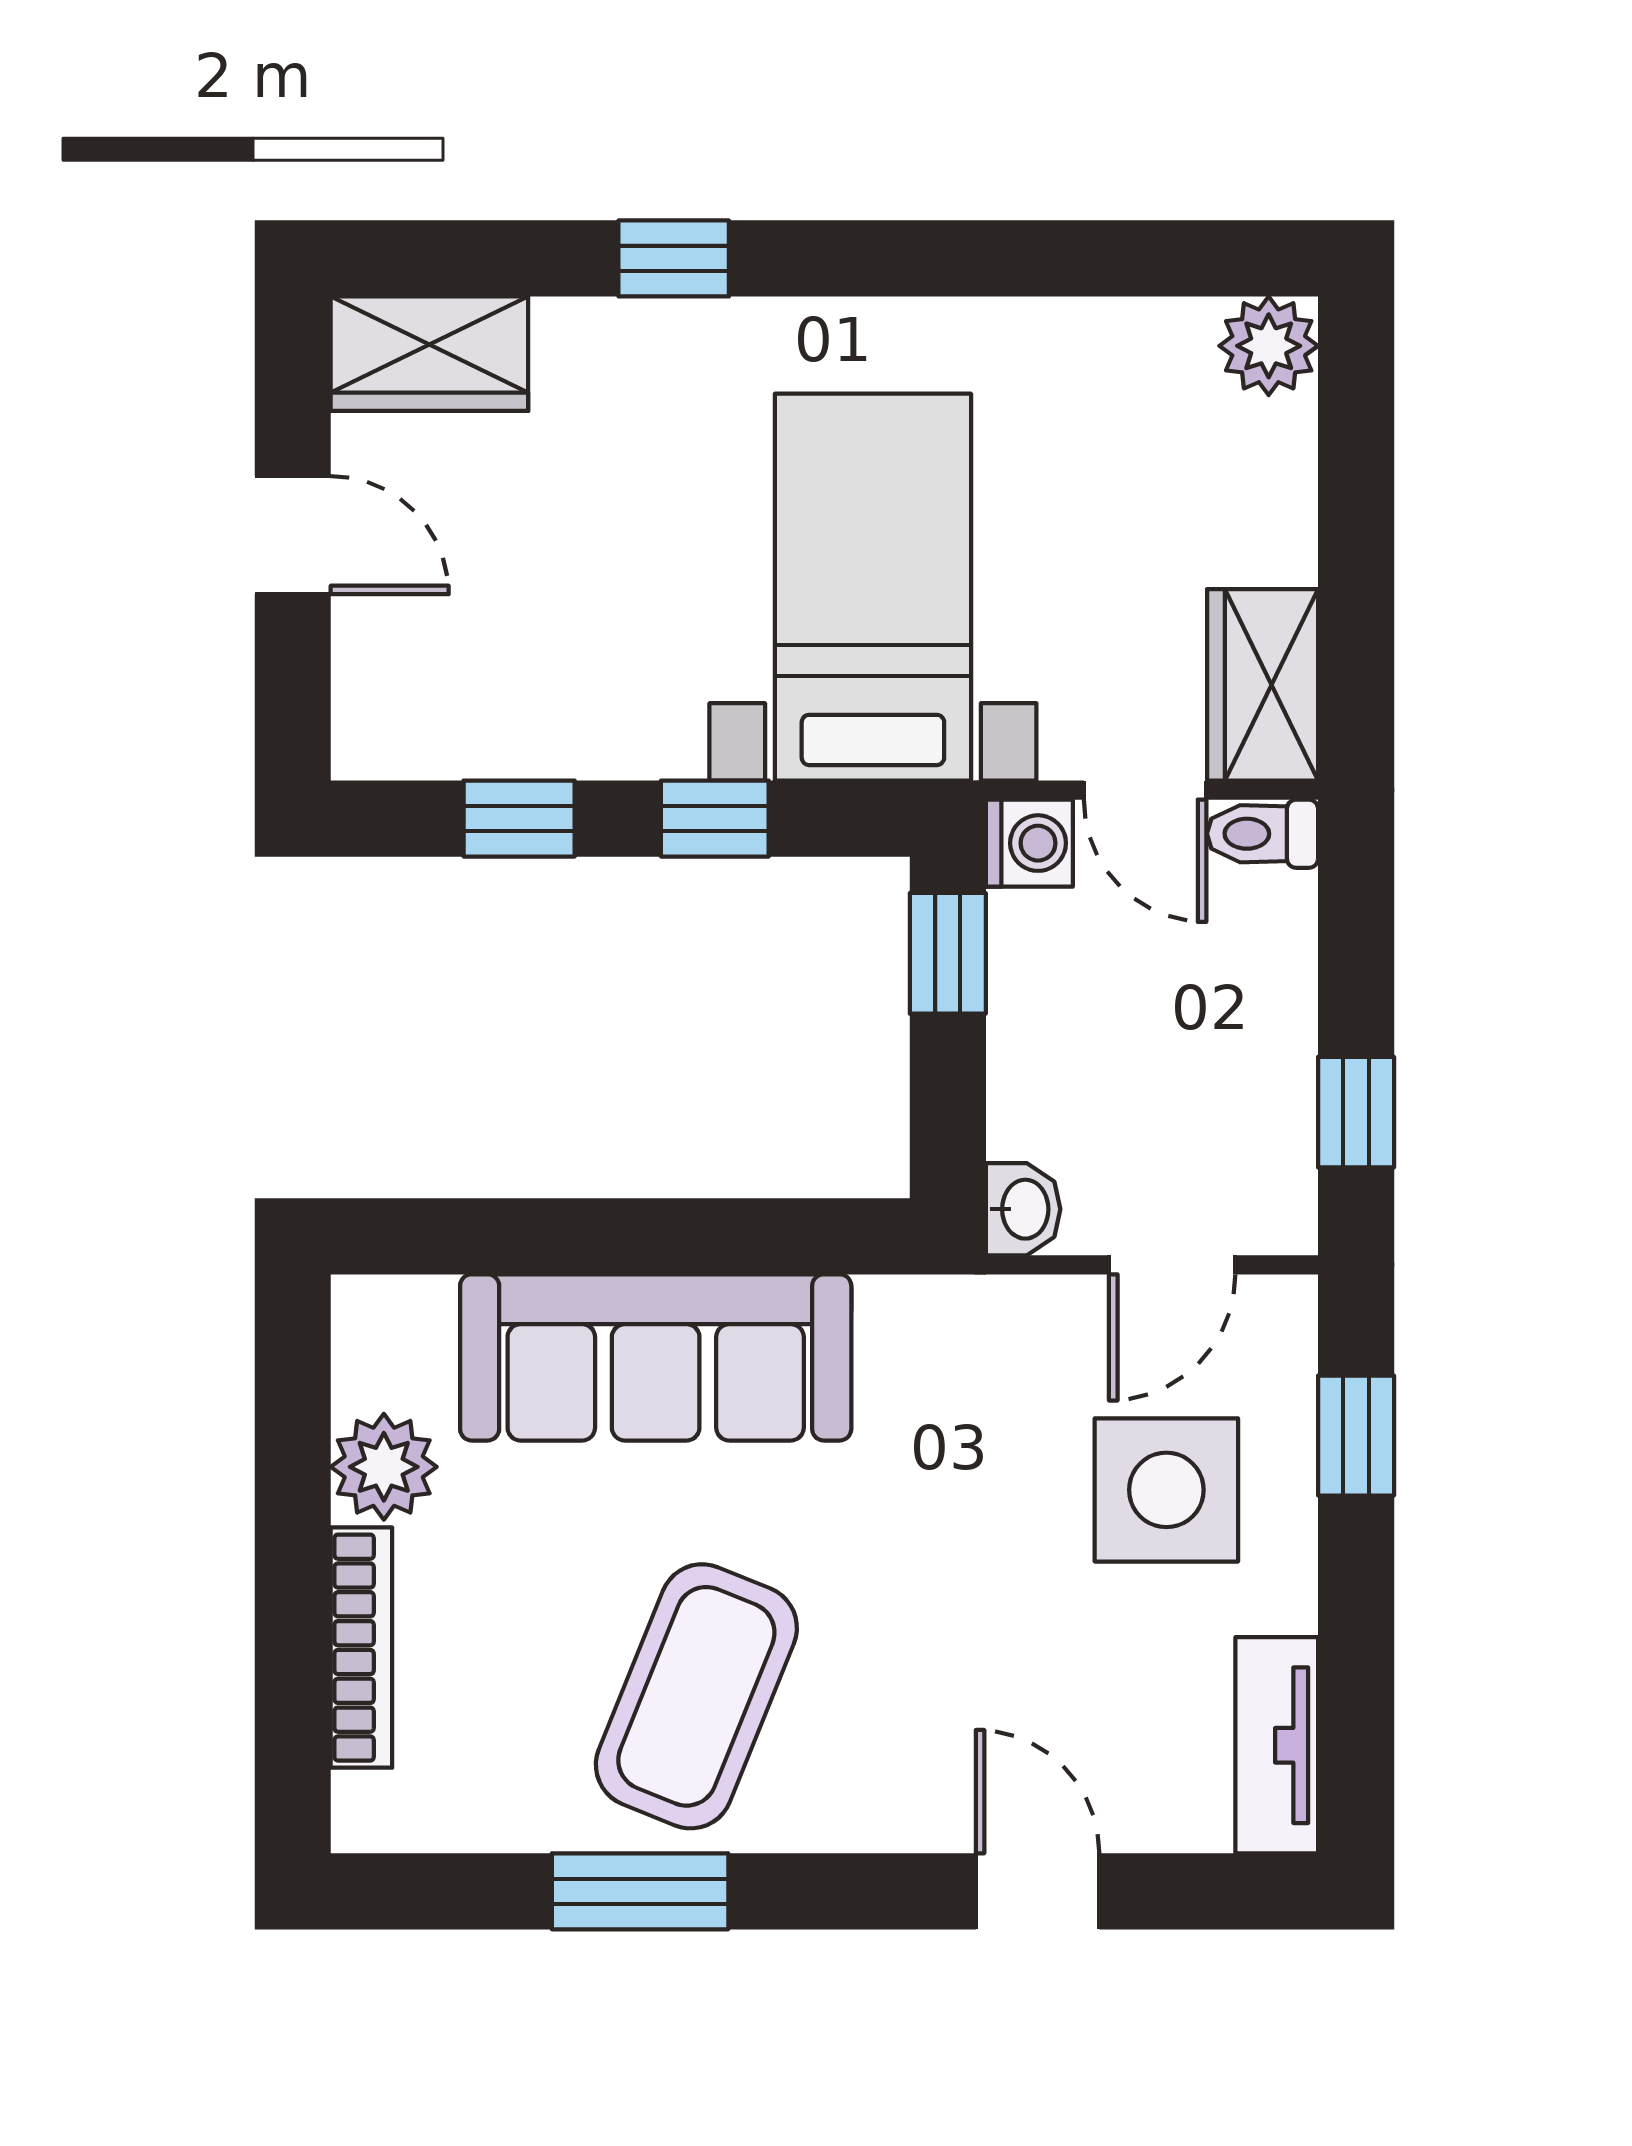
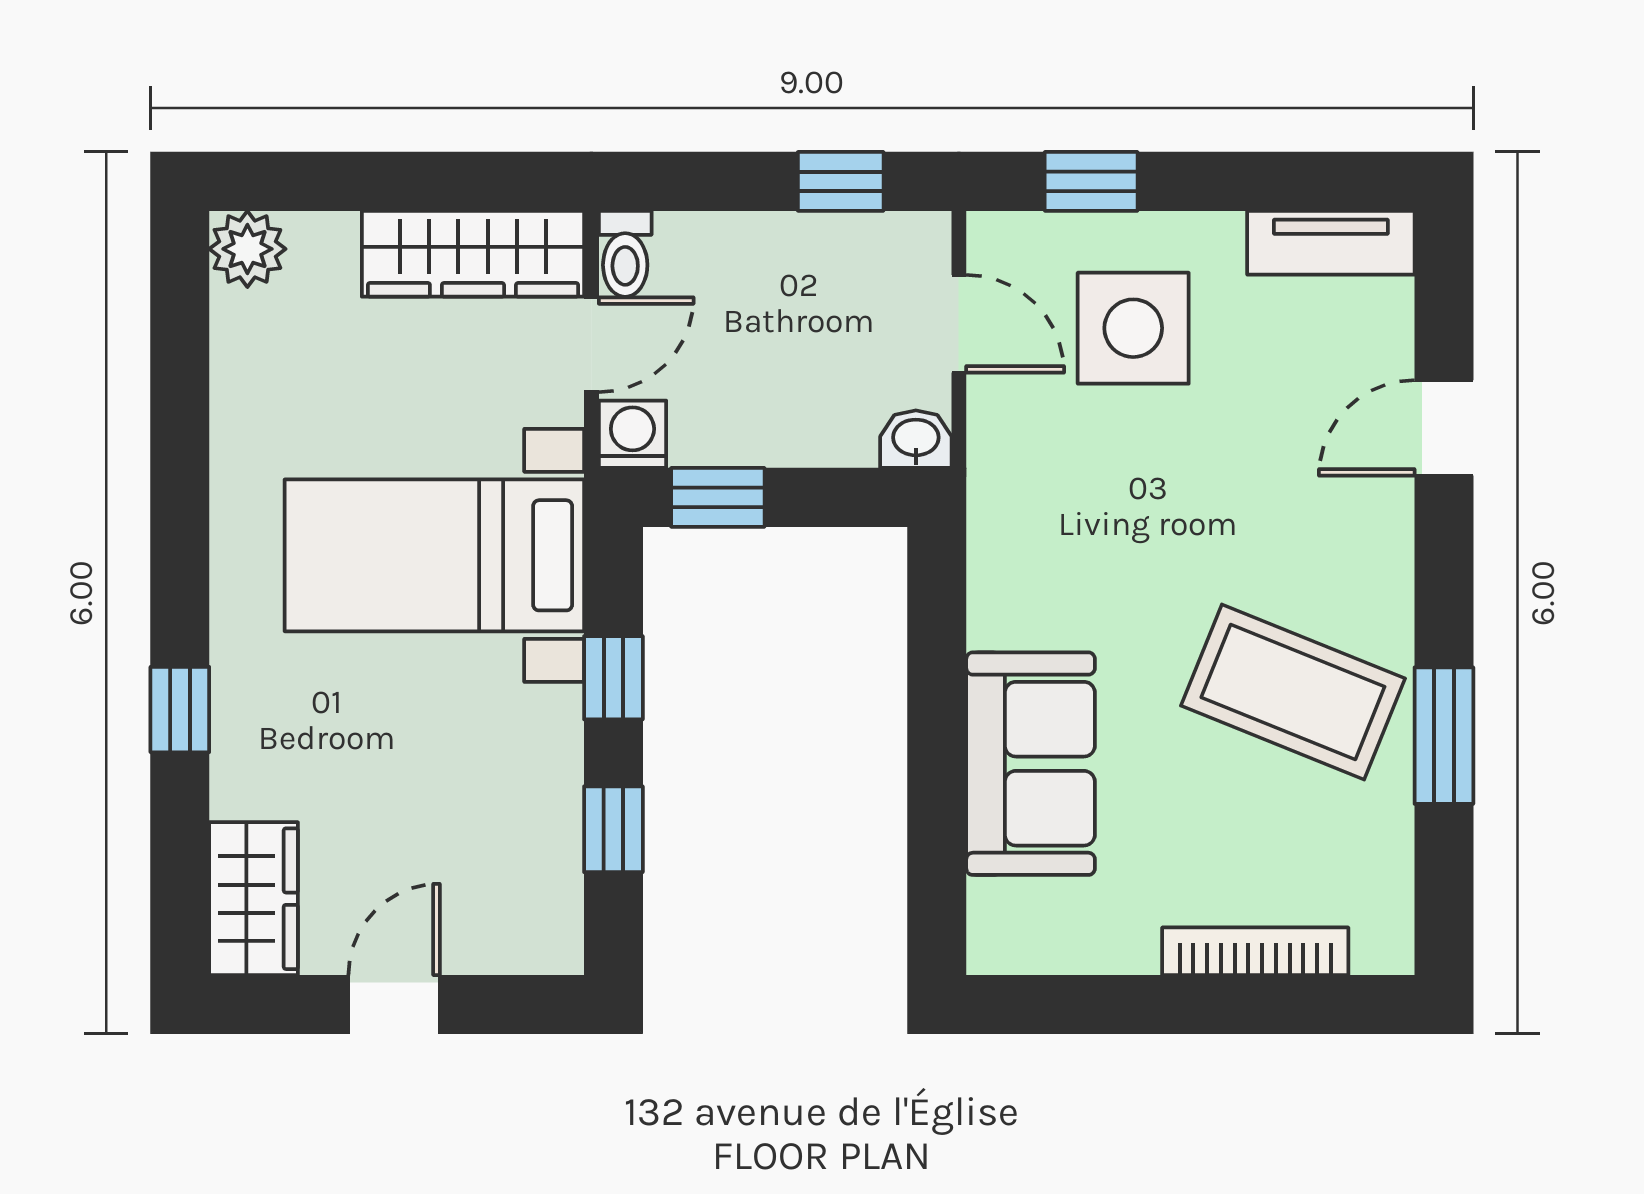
wardrobe: (1263, 685) -> (473, 254), width x1.50
sofa: (656, 1357) -> (1031, 764), width x0.73
plant: (384, 1467) -> (1115, 934), removed

